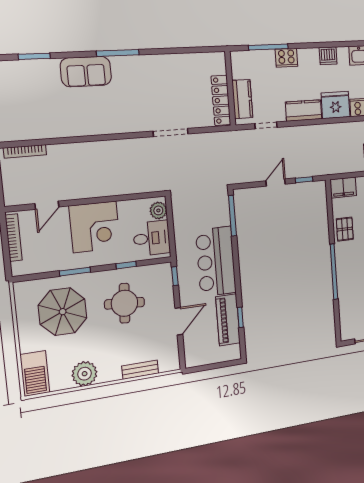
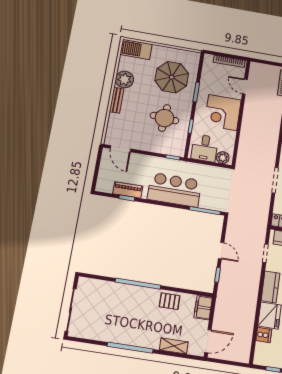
piano: (228, 320) -> (128, 190), width x0.73, depth x0.75
door: (179, 321) -> (121, 149), moved
bench: (140, 370) -> (117, 100), moved

